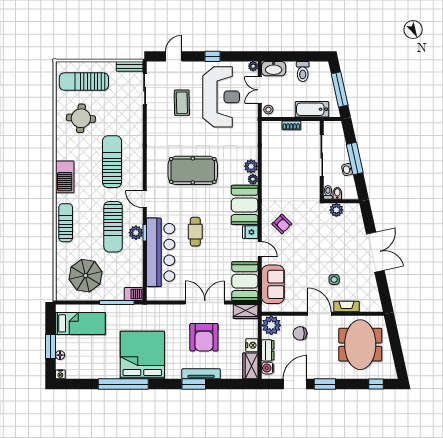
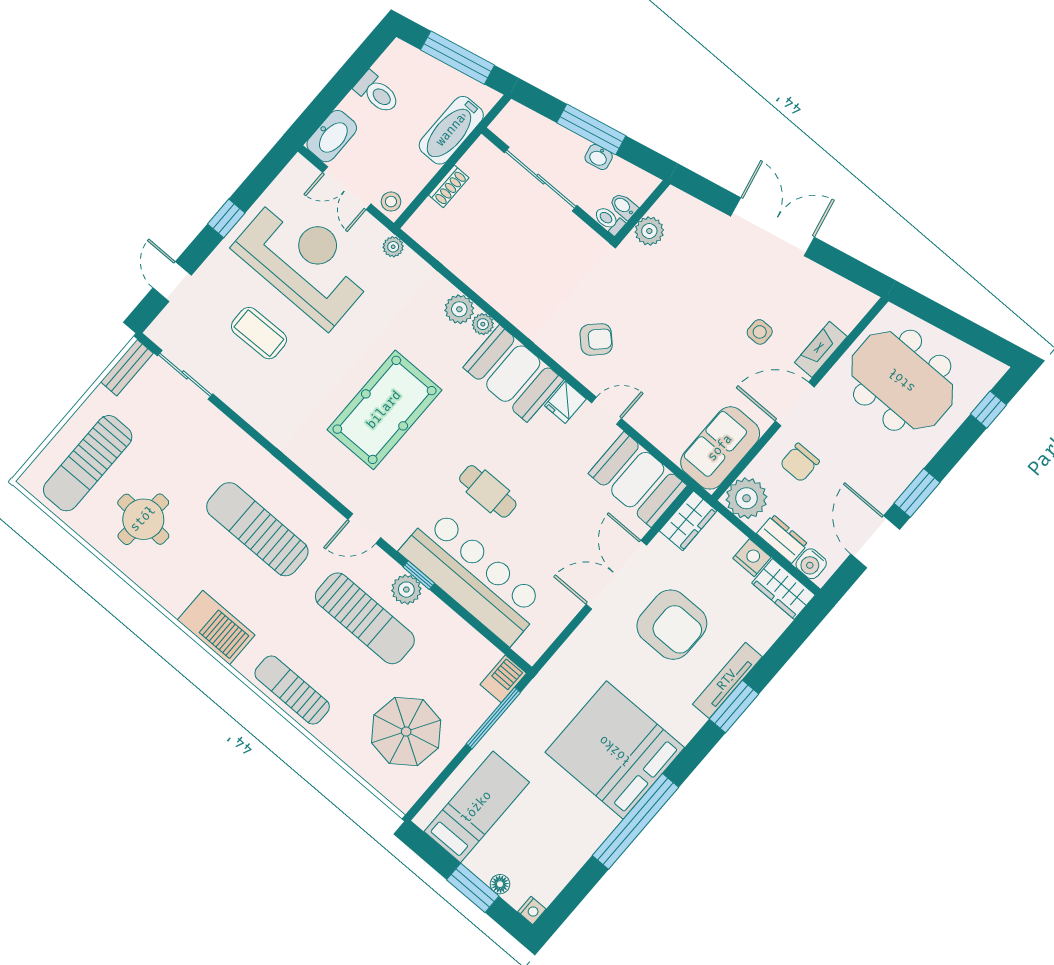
plant: (253, 66) -> (393, 247), moved
sofa: (273, 284) -> (720, 448), moved, turned -90

